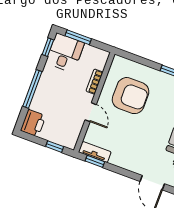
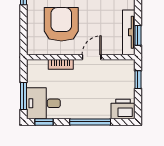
tv unit: (95, 152) -> (129, 32), width x1.41

